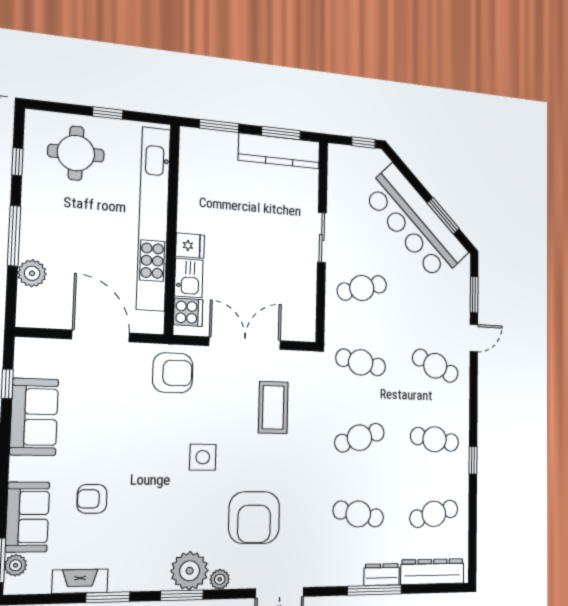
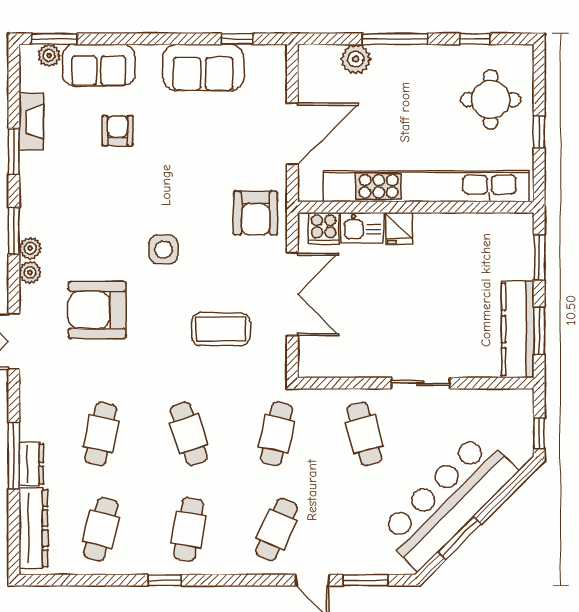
cafe table: (434, 514) -> (101, 529), turned 30
plant: (190, 571) -> (30, 248), width x0.53, depth x0.53

